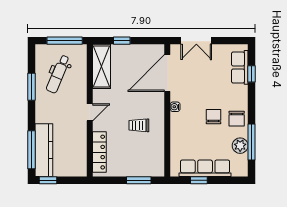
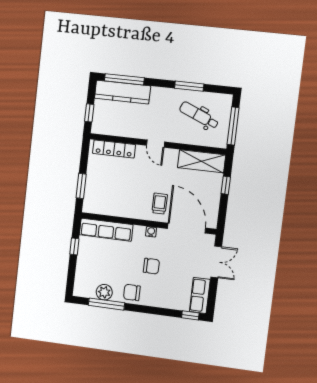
double door: (196, 41) -> (216, 262), swing flipped
row of seats: (240, 67) -> (200, 296), moved, turned -90
window: (252, 74) -> (190, 315), moved
chair: (213, 117) -> (151, 266), moved
trolley: (139, 125) -> (160, 204), moved
row of seats: (205, 168) -> (106, 230), moved, turned 90
window: (48, 180) -> (89, 113), moved

